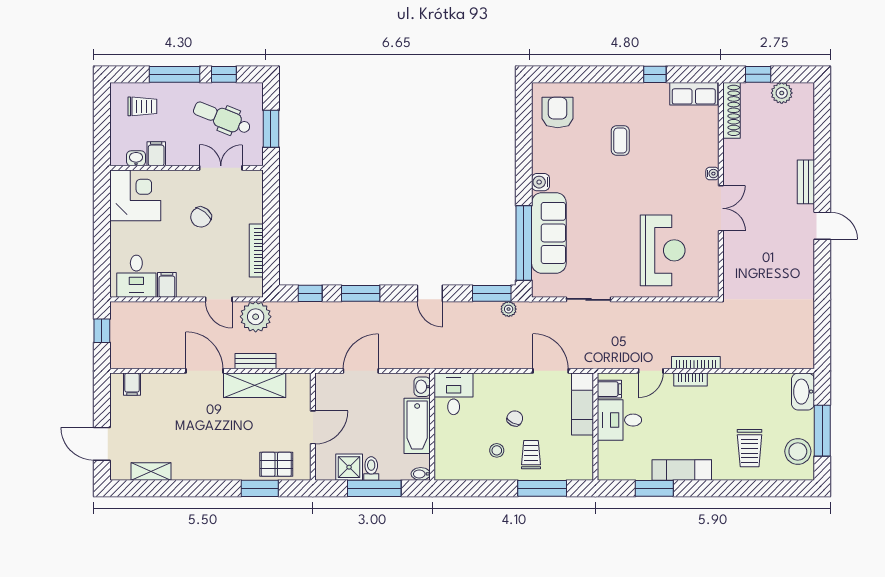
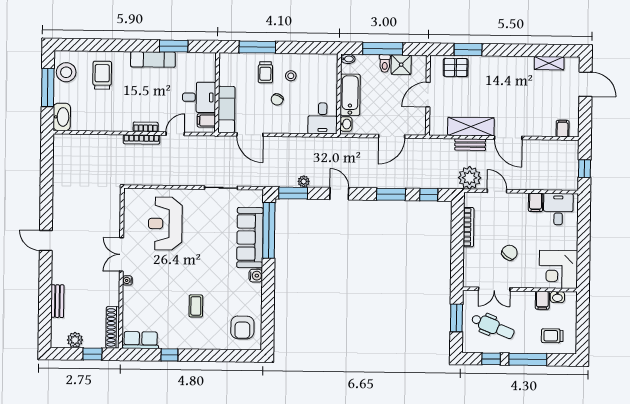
bench: (806, 182) -> (57, 301), moved
plant: (509, 309) -> (304, 181), moved

